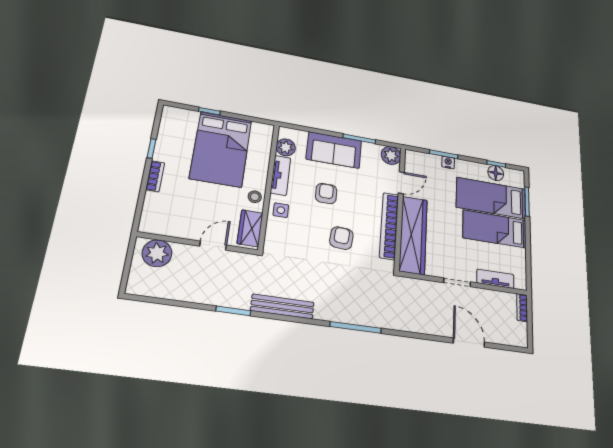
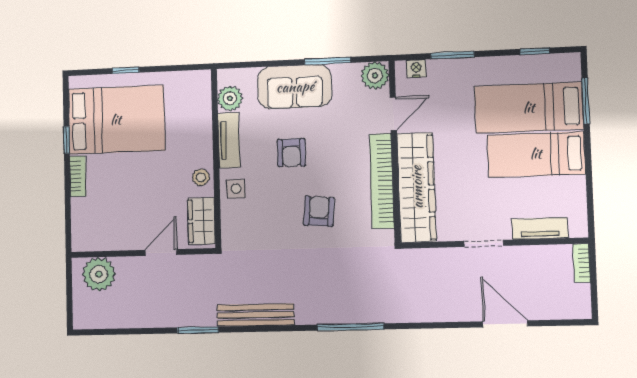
bed: (221, 149) -> (116, 120), moved, turned -90
nightstand: (448, 162) -> (416, 68), moved
floor lamp: (496, 173) -> (534, 66), removed
armchair: (326, 193) -> (291, 153), turned 180

